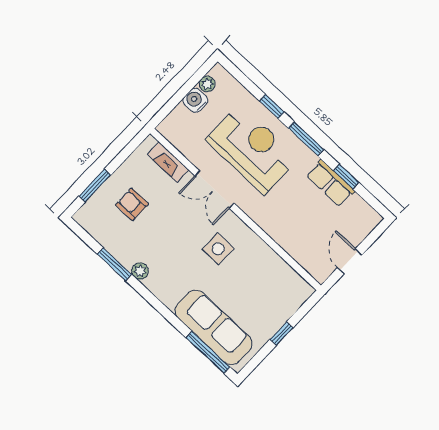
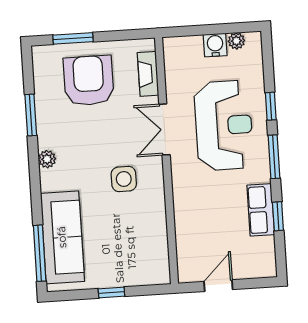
armchair: (132, 204) -> (89, 81), width x1.88, depth x1.88
plant: (140, 271) -> (47, 159), moved

